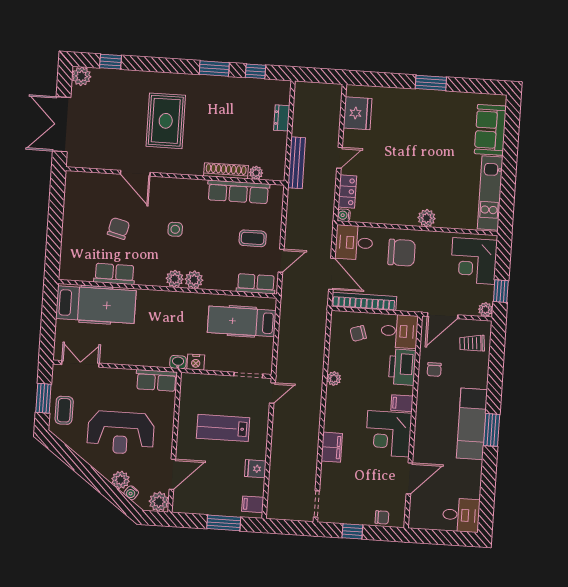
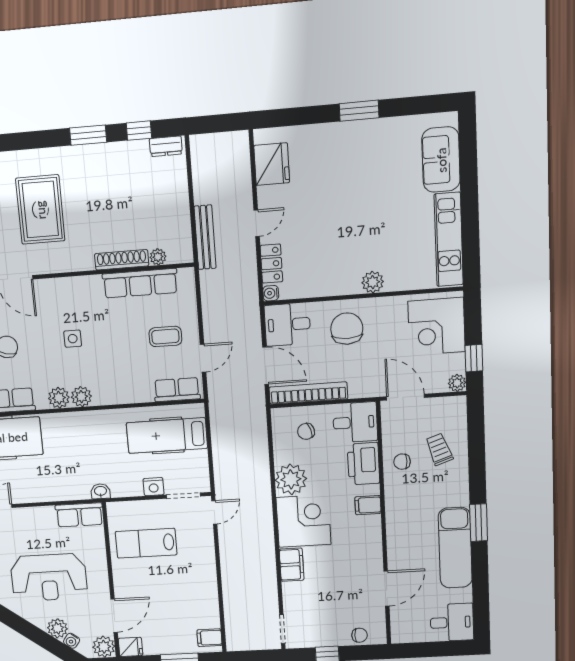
dresser: (282, 118) -> (166, 146), moved, turned -90
chair: (402, 253) -> (347, 329), turned -90
plant: (194, 280) -> (59, 398), moved
door: (443, 316) -> (405, 397), swing flipped
trolley: (472, 343) -> (439, 449), moved, turned 76
nightstand: (196, 362) -> (154, 487), moved
chair: (434, 370) -> (402, 462), turned 90
plant: (334, 379) -> (291, 479), width x1.88, depth x1.88
exam couch: (472, 424) -> (455, 548), moved
lab bench: (223, 428) -> (146, 543), moved
corner desk: (388, 434) -> (304, 521), moved, turned 180
fridge: (255, 469) -> (130, 647), moved, turned 180

